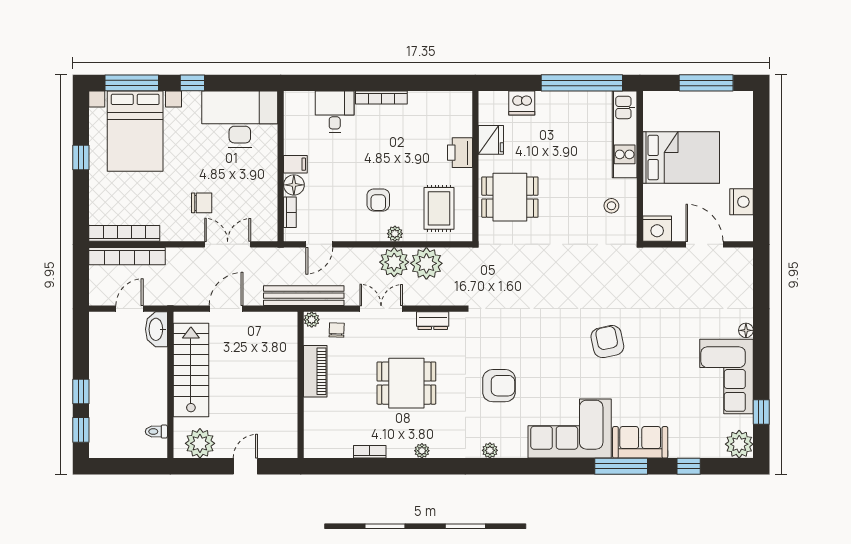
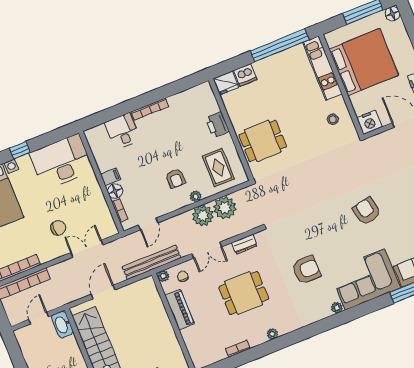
floor lamp: (743, 101) -> (392, 14), added
fridge: (491, 140) -> (226, 83), moved, turned 90
bed: (681, 158) -> (364, 62), width x1.36
double door: (381, 309) -> (207, 250), swing flipped
plant: (490, 450) -> (337, 308), moved

